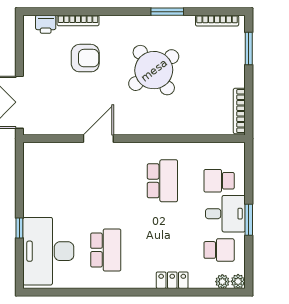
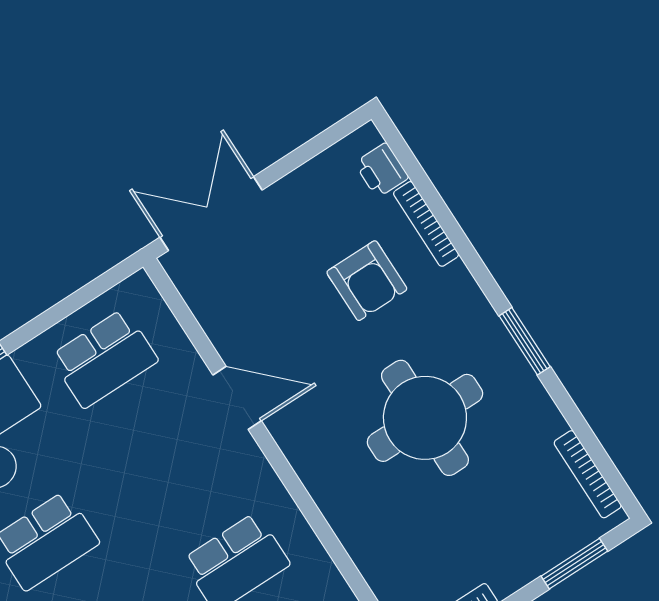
window: (167, 12) -> (525, 341), moved
round table: (154, 70) -> (425, 418), turned 37
school desk: (49, 181) -> (104, 358), added

